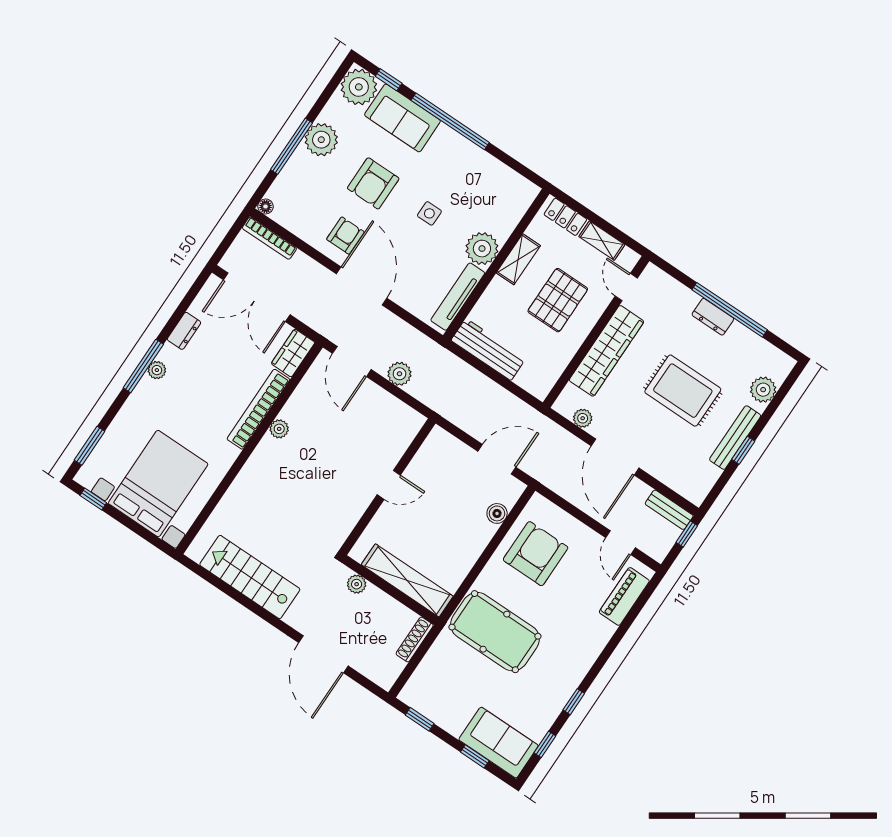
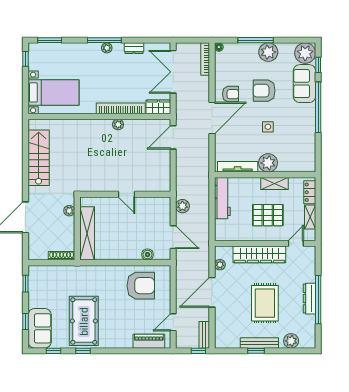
dresser: (713, 317) -> (309, 299), width x1.44
plant: (399, 374) -> (182, 206), moved
bed with nightstands: (158, 484) -> (54, 92), width x0.73
pool table: (495, 632) -> (84, 321), moved

